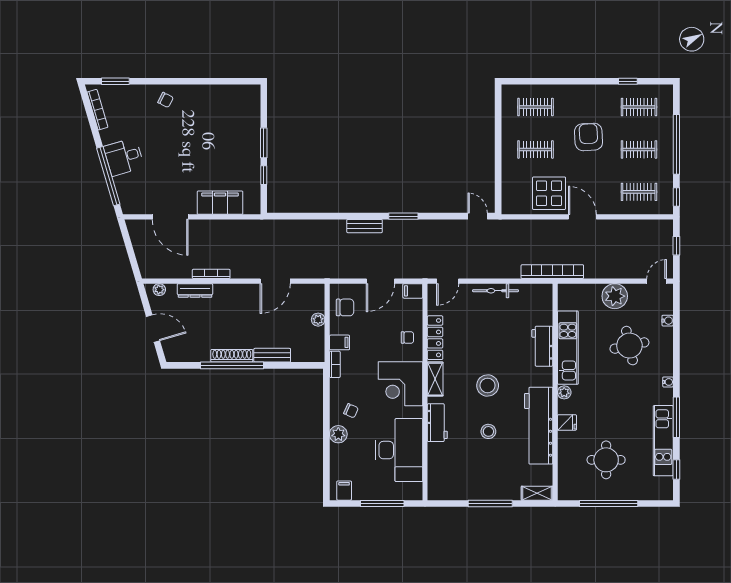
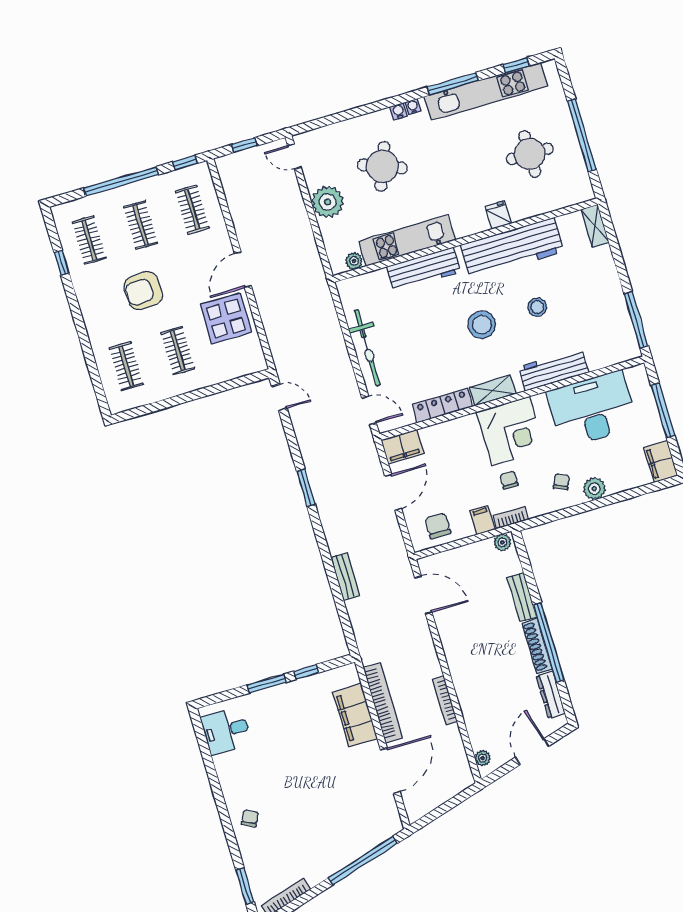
desk: (124, 157) -> (226, 731), moved, turned 106
door: (478, 216) -> (279, 397), swing flipped
bench: (365, 226) -> (345, 577), moved
bookcase: (552, 272) -> (383, 703), moved, turned 180
door: (275, 281) -> (423, 595), moved
door: (380, 281) -> (393, 492), hinge flipped
dresser: (195, 290) -> (551, 695), moved, turned 180
filing cabinet: (413, 291) -> (402, 447), width x2.00
bicycle: (495, 291) -> (367, 348), width x1.37, depth x1.40
plant: (318, 320) -> (502, 542), moved
water cooler: (668, 321) -> (398, 111), moved
chair: (407, 338) -> (509, 480), moved
workbench: (542, 346) -> (424, 269), width x1.37
round table: (629, 346) -> (382, 166), turned 33
plant: (564, 392) -> (354, 261), moved
workbench: (437, 423) -> (554, 370), width x1.38
kitchen unit: (663, 441) -> (486, 91), width x1.36
filing cabinet: (344, 491) -> (661, 461), width x2.00
window: (490, 503) -> (636, 320), moved

